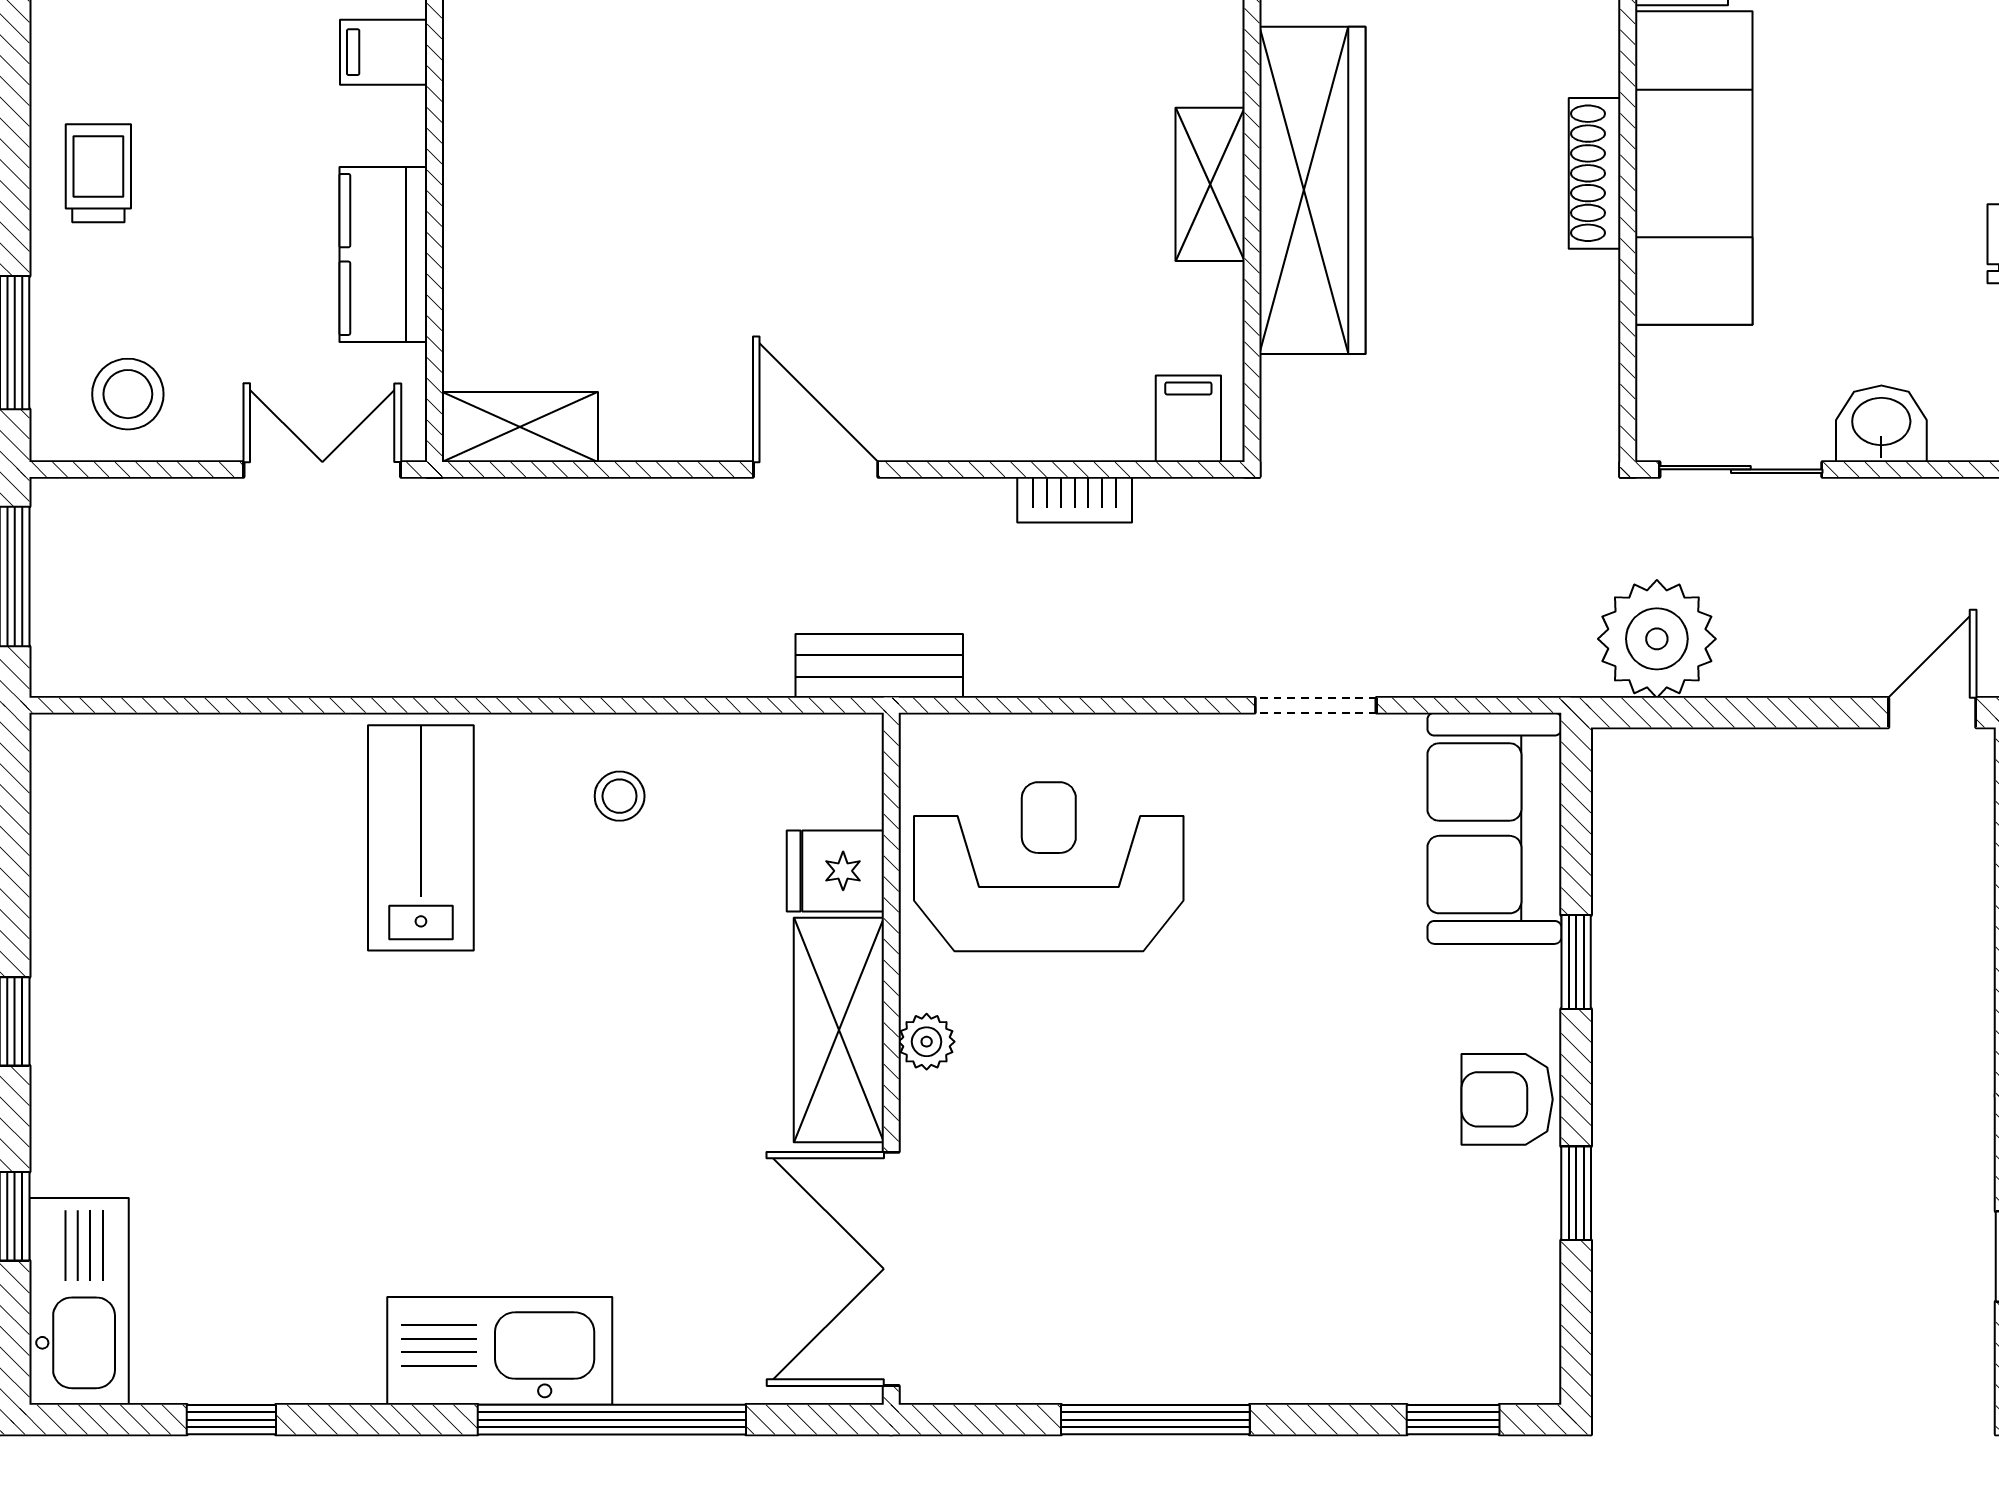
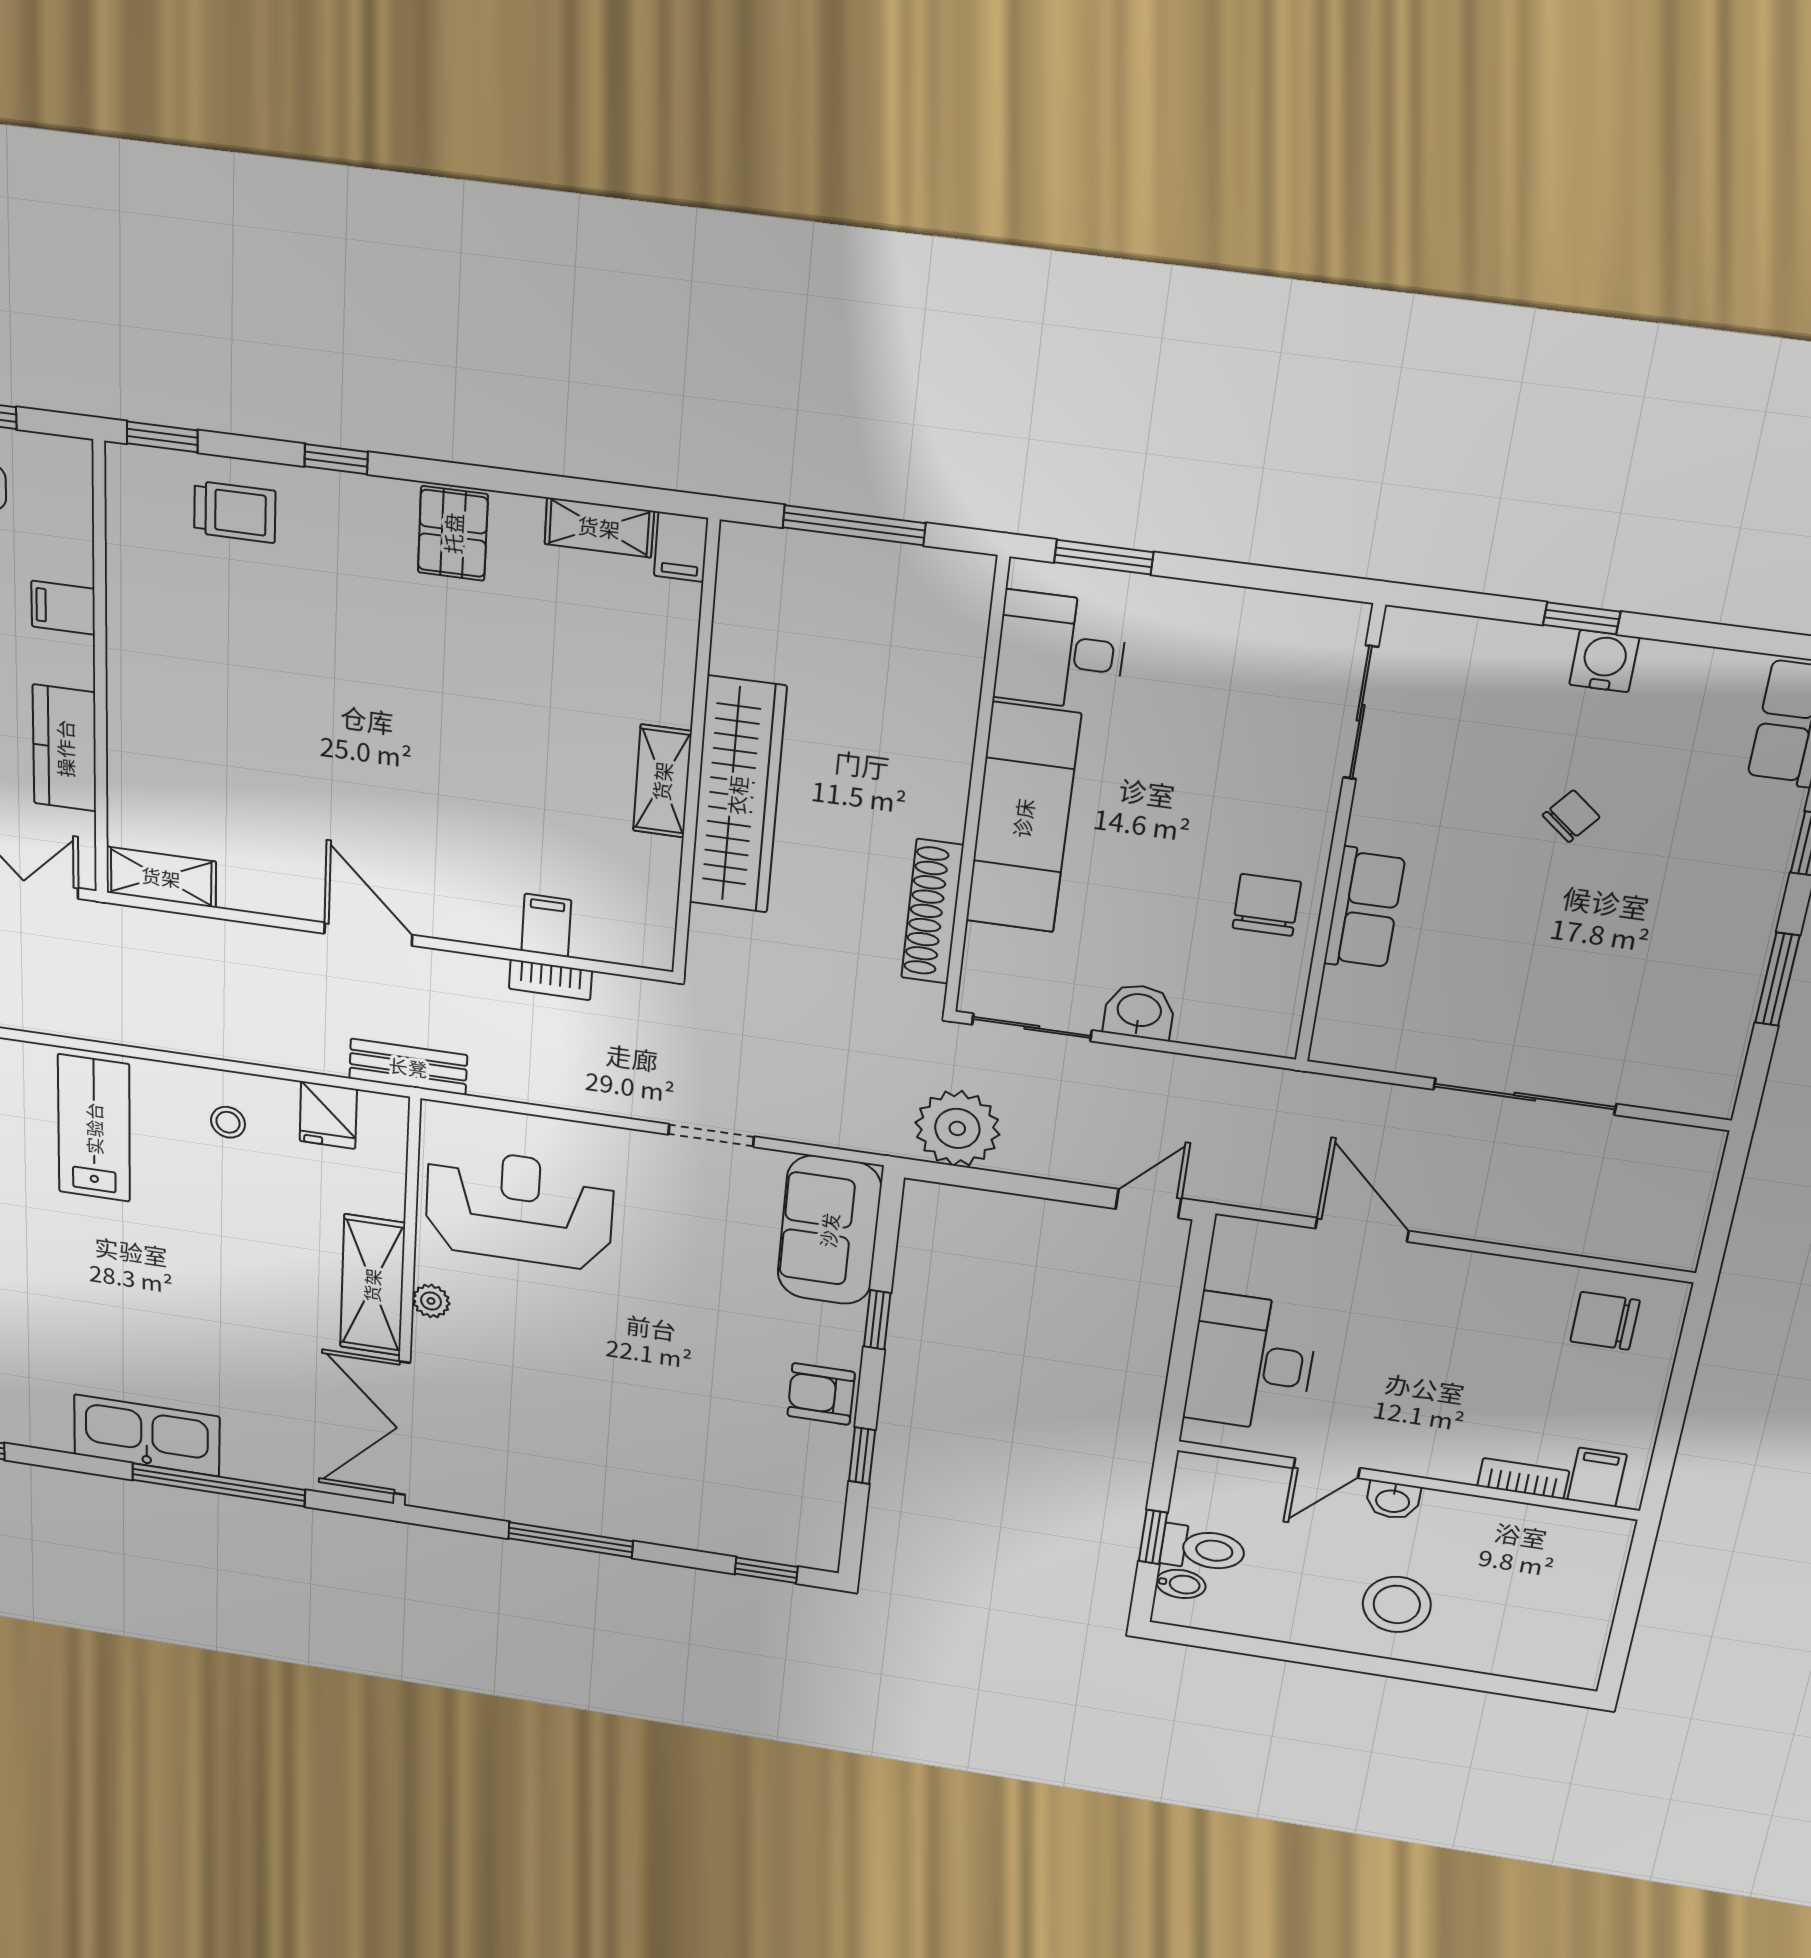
shoe rack: (1595, 173) -> (932, 912), moved, width x1.36, depth x1.24
filing cabinet: (1188, 419) -> (546, 925), moved
fridge: (835, 871) -> (328, 1115), moved, turned -90

